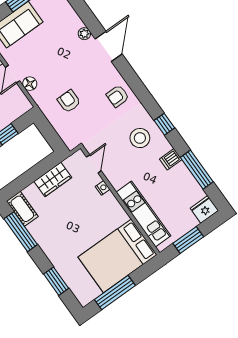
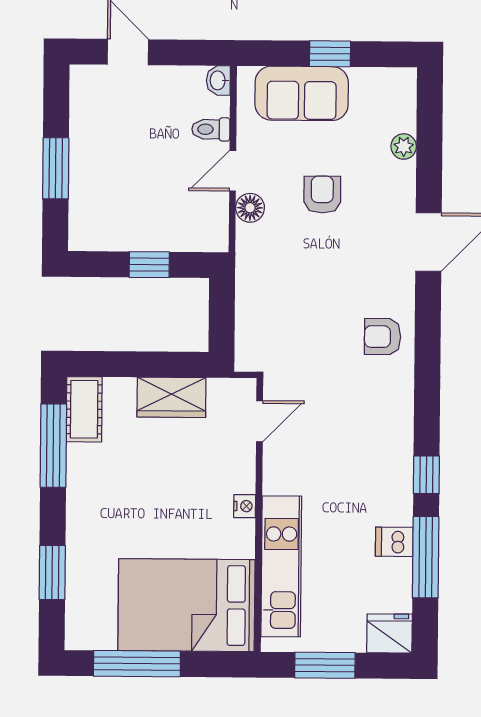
plant: (84, 34) -> (404, 147), moved
armchair: (69, 101) -> (322, 195), moved
window: (164, 124) -> (426, 475), moved
stool: (140, 138) -> (369, 434), removed
dishwasher: (171, 159) -> (394, 542), moved
nightstand: (103, 188) -> (245, 506), moved

